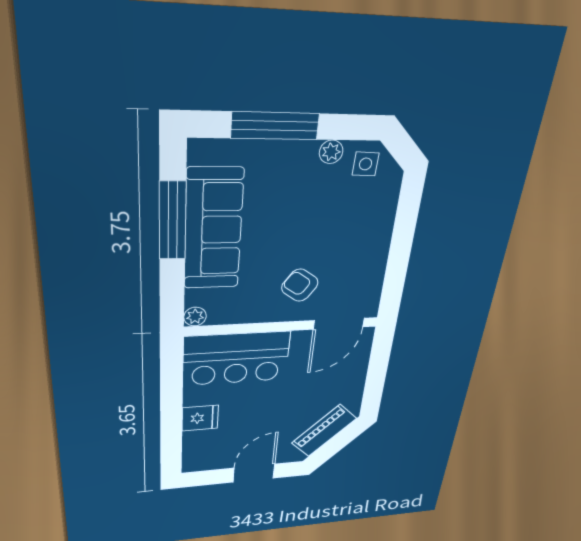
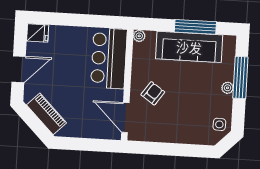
plant: (331, 152) -> (228, 88), moved
fridge: (200, 418) -> (38, 33), moved, turned -90
door: (254, 473) -> (19, 69), hinge flipped

